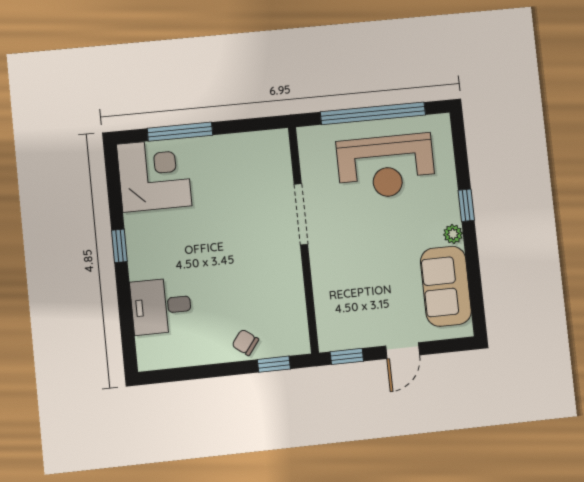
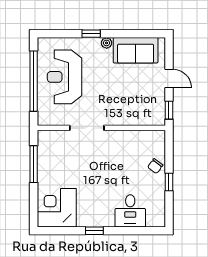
window: (180, 132) -> (34, 164), moved
reception desk: (386, 166) -> (65, 77), turned 180
window: (274, 364) -> (169, 182), moved

